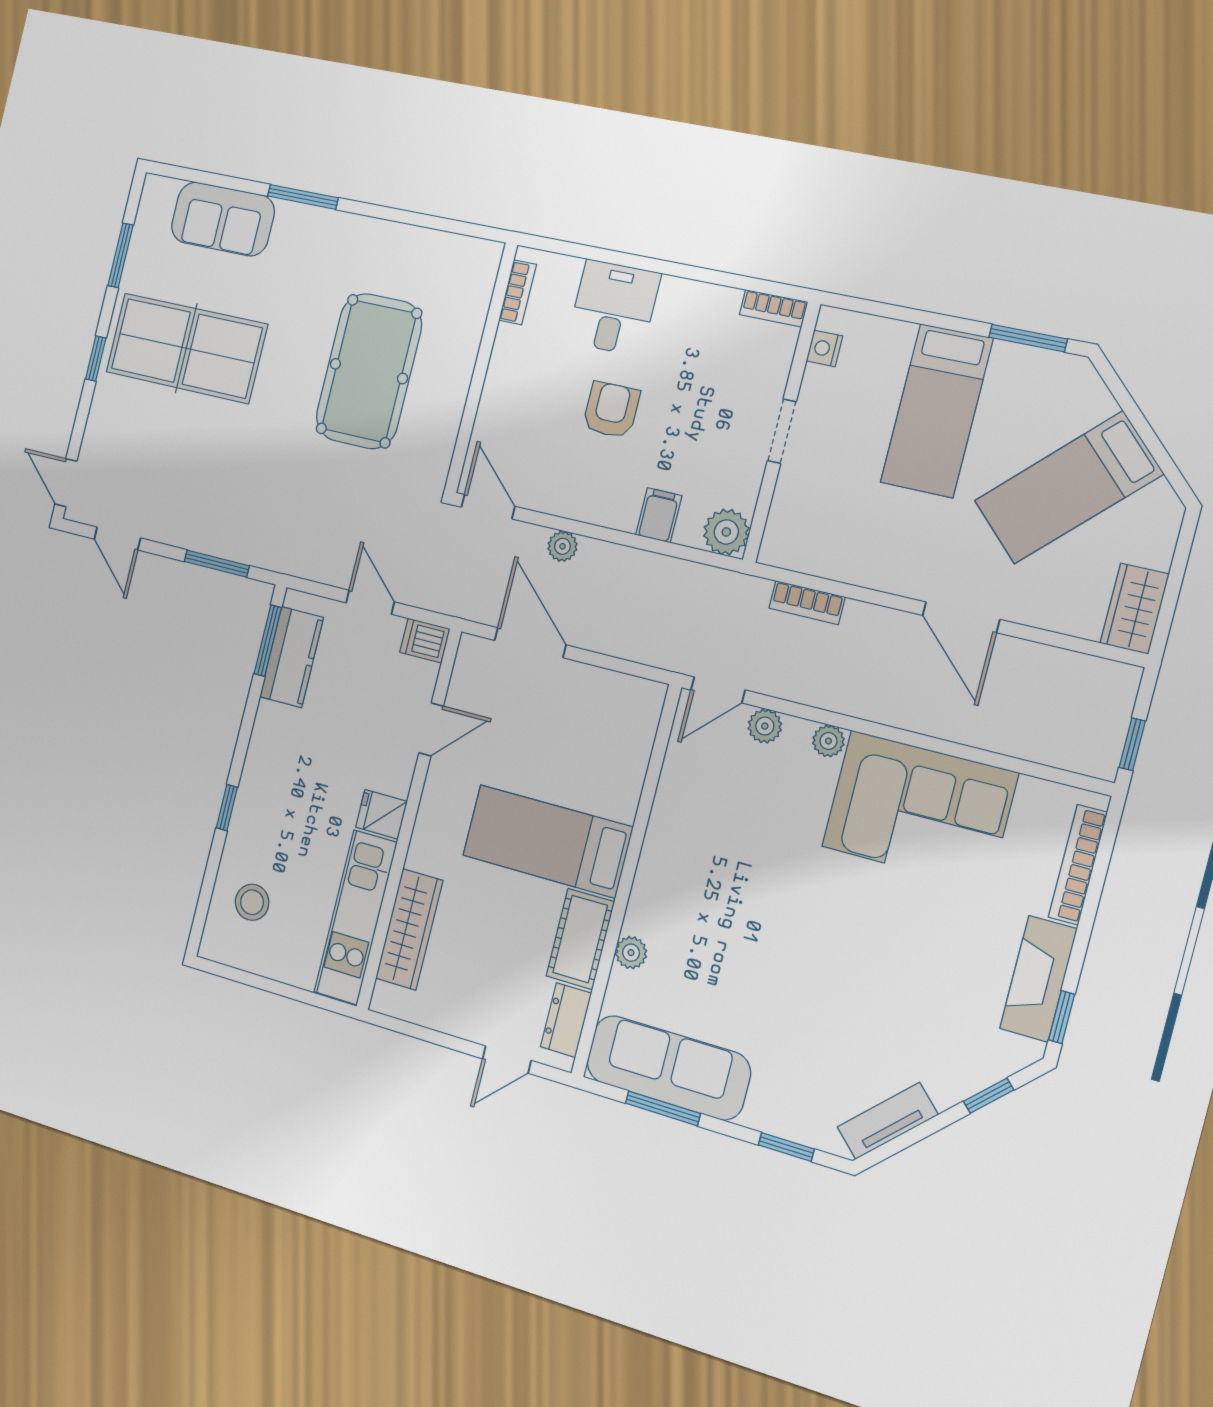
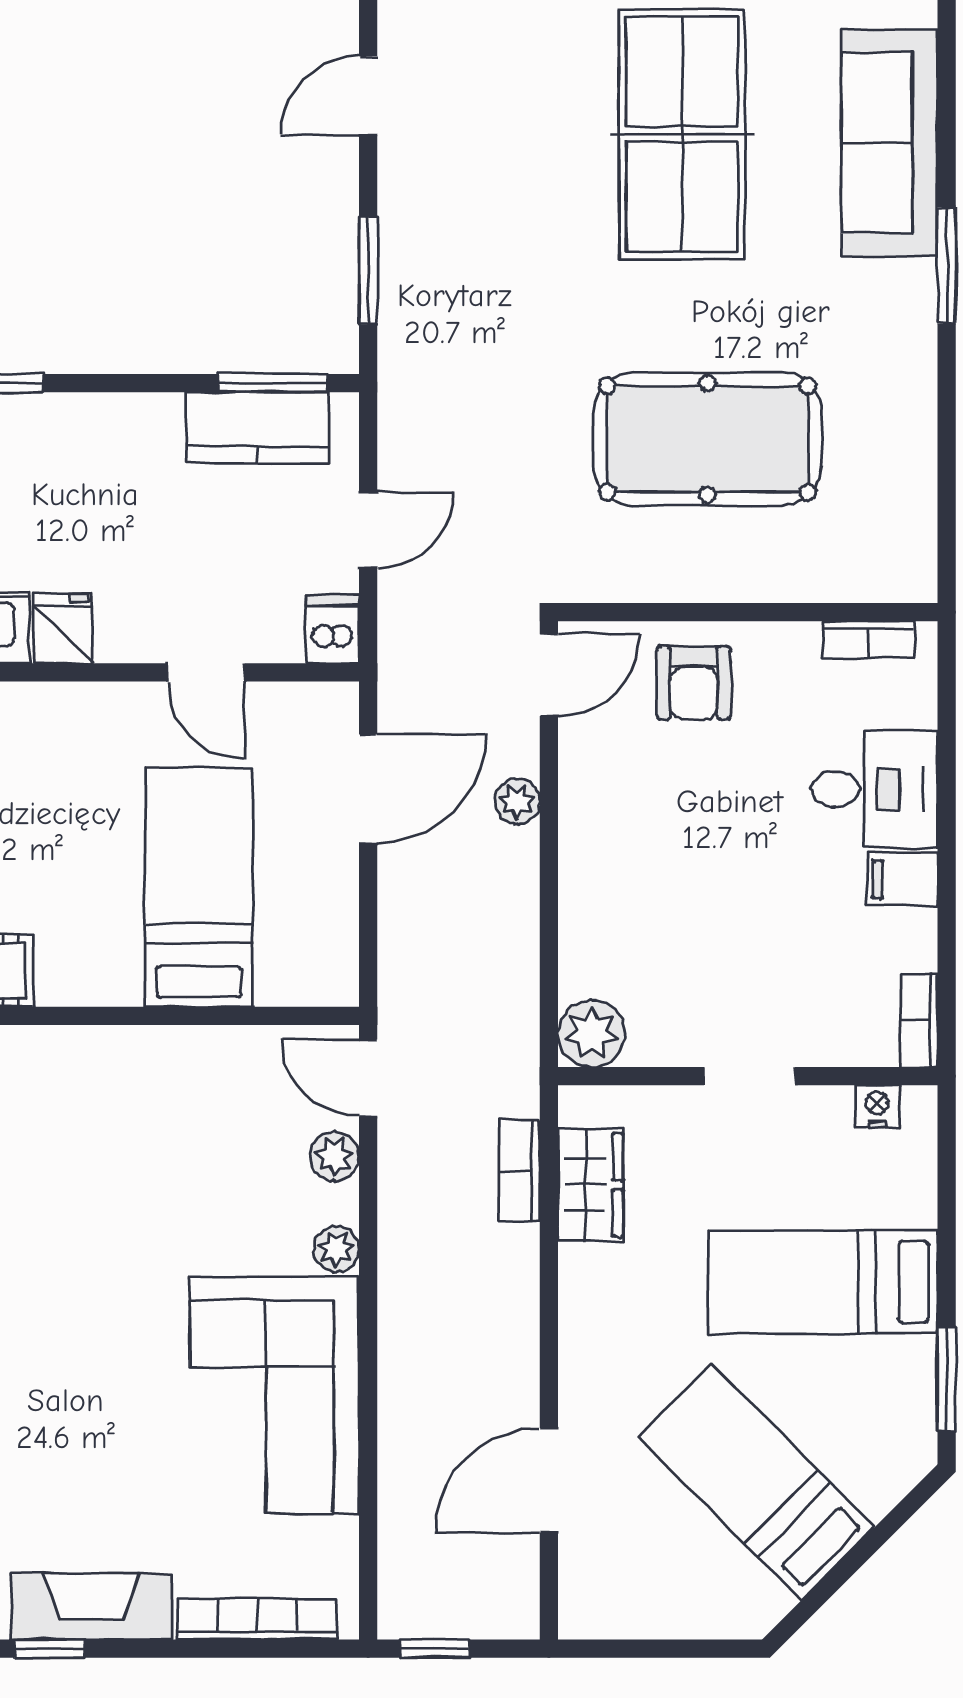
sofa: (223, 219) -> (889, 143), width x1.36
armchair: (611, 410) -> (694, 683), moved, turned 90
filing cabinet: (659, 515) -> (902, 879), moved, turned 180
wardrobe: (1134, 609) -> (591, 1185), moved, turned 90
door: (961, 617) -> (549, 1480), moved
bed: (547, 841) -> (199, 887), moved

